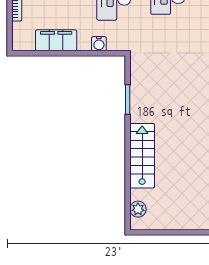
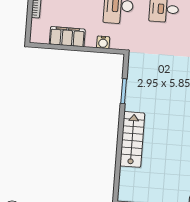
plant: (138, 209) -> (125, 184), removed

